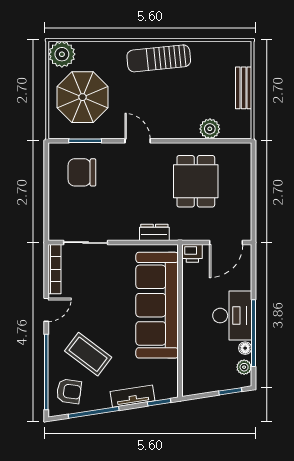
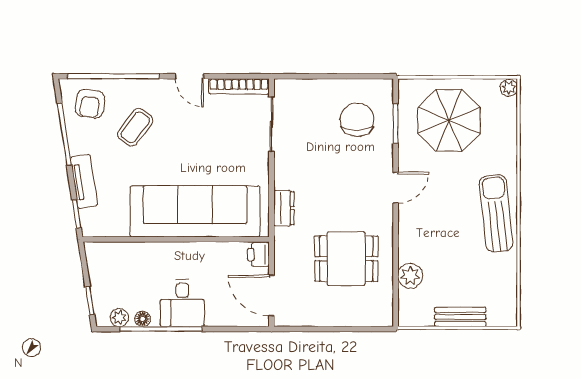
plant: (62, 54) -> (509, 88), width x0.53, depth x0.53
desk: (232, 316) -> (182, 303), width x0.73
coffee table: (88, 354) -> (135, 127), width x0.73, depth x0.77

